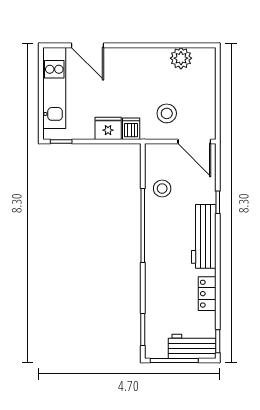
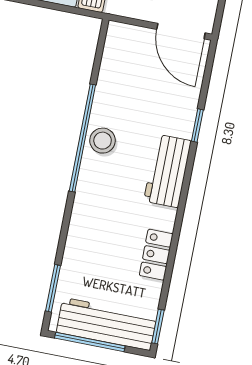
stool: (162, 189) -> (103, 141), moved
workbench: (204, 236) -> (168, 171), width x0.73
workbench: (192, 346) -> (107, 324), width x1.38

